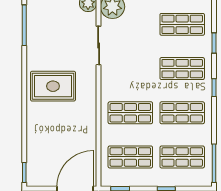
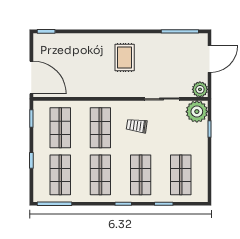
trolley: (128, 73) -> (137, 126), added
rug: (53, 86) -> (125, 57), width x0.73, depth x0.70

